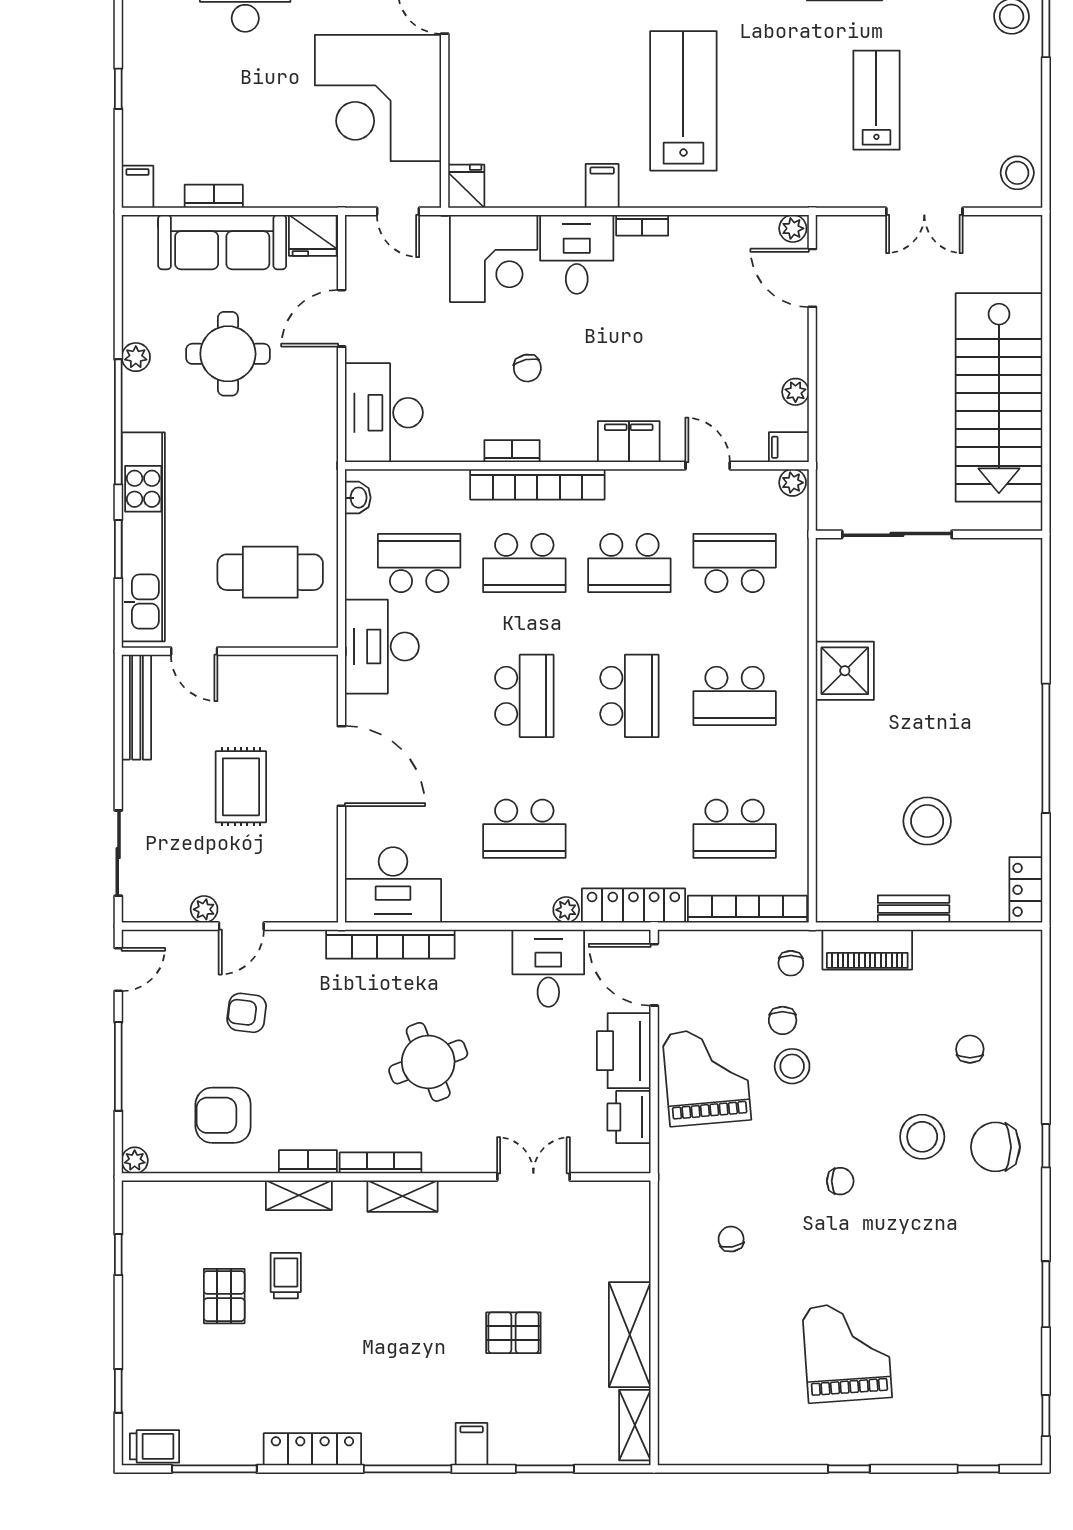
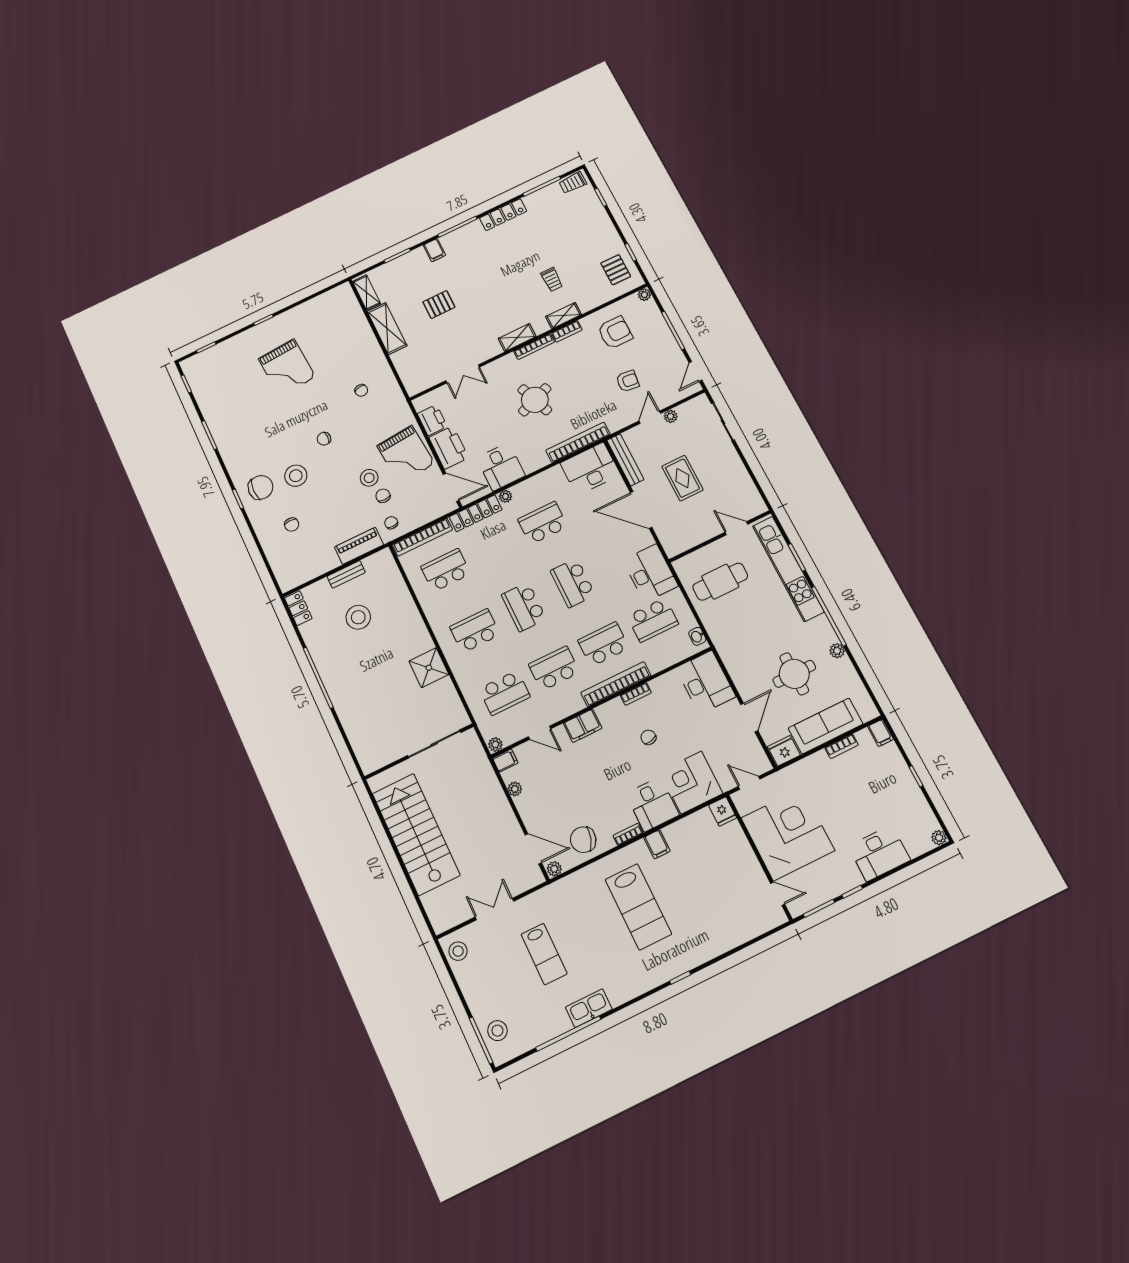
chair: (721, 253) -> (583, 840), added
bench: (136, 707) -> (625, 460), moved
pallet: (224, 1296) -> (616, 270), moved

